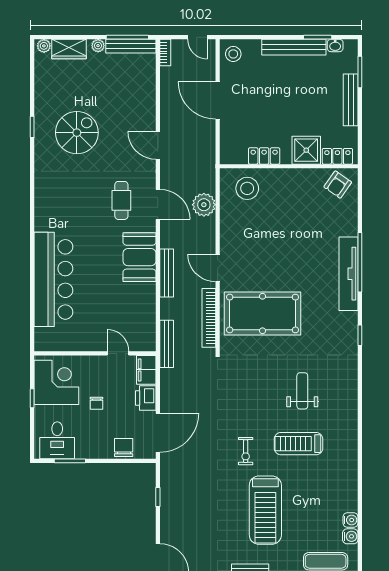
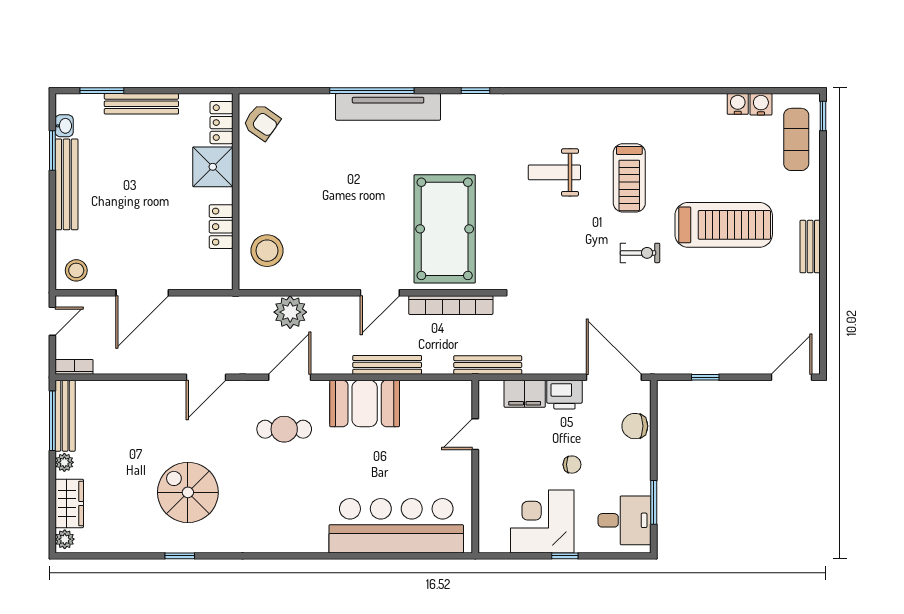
wall: (95, 353) -> (475, 467), moved
door: (118, 353) -> (475, 434), moved

